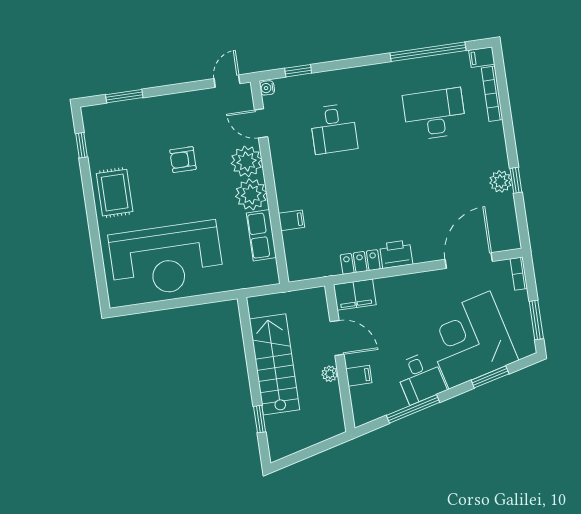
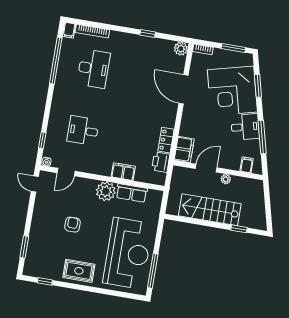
desk: (435, 114) -> (93, 69), turned 180
desk: (334, 129) -> (83, 131), turned 180
armchair: (183, 160) -> (73, 225), turned 180
plant: (247, 161) -> (86, 188), removed
plant: (501, 181) -> (181, 49), moved
filing cabinet: (292, 220) -> (123, 172), width x2.00
printer: (396, 254) -> (161, 162), moved
door: (469, 260) -> (183, 89), moved
window: (151, 307) -> (153, 271), added
filing cabinet: (359, 376) -> (247, 165), moved

